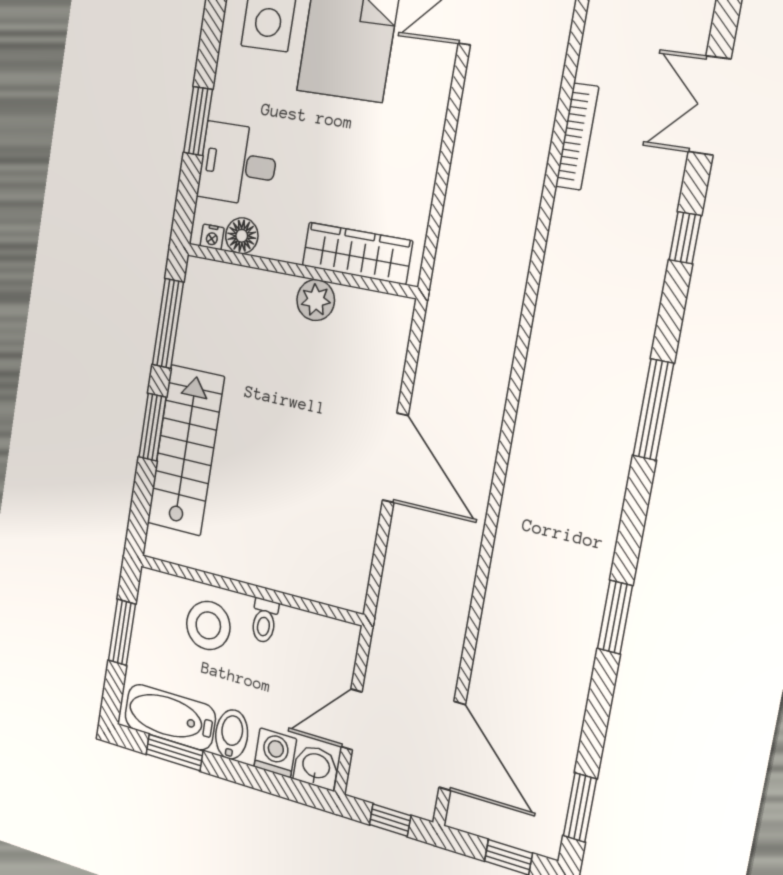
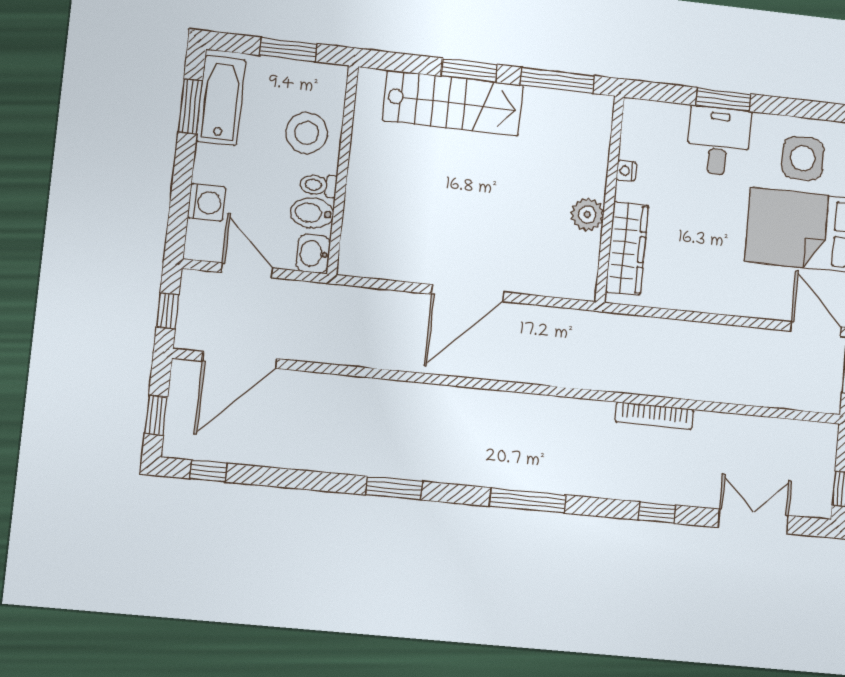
bookcase: (577, 137) -> (654, 415), moved
desk: (238, 164) -> (719, 141), moved
floor lamp: (242, 236) -> (634, 145), removed
nightstand: (212, 237) -> (626, 171), moved
window: (615, 617) -> (394, 488), moved
bidet: (232, 734) -> (312, 213), moved, turned 180
washbasin: (316, 767) -> (313, 254), moved, turned 180
window: (580, 807) -> (208, 471), width x0.67

